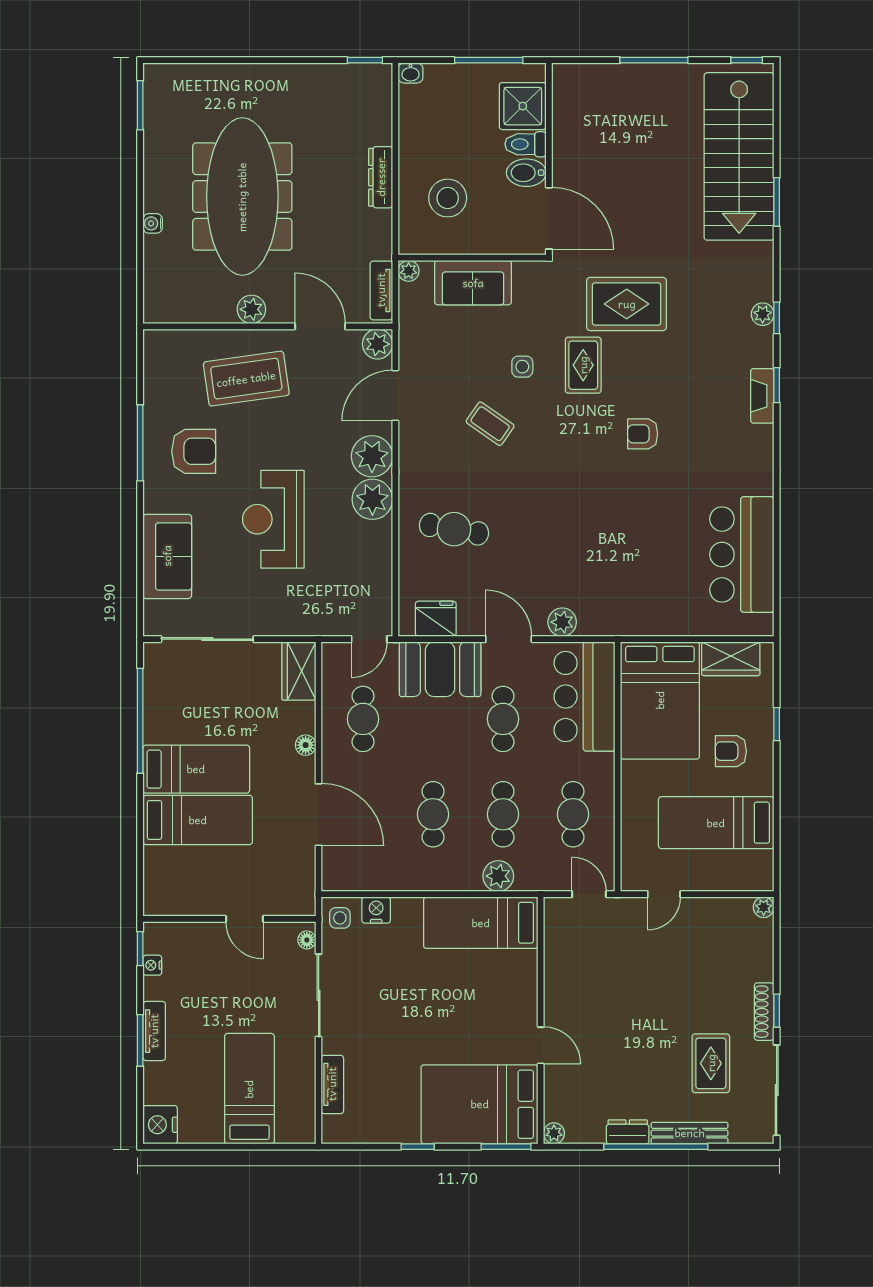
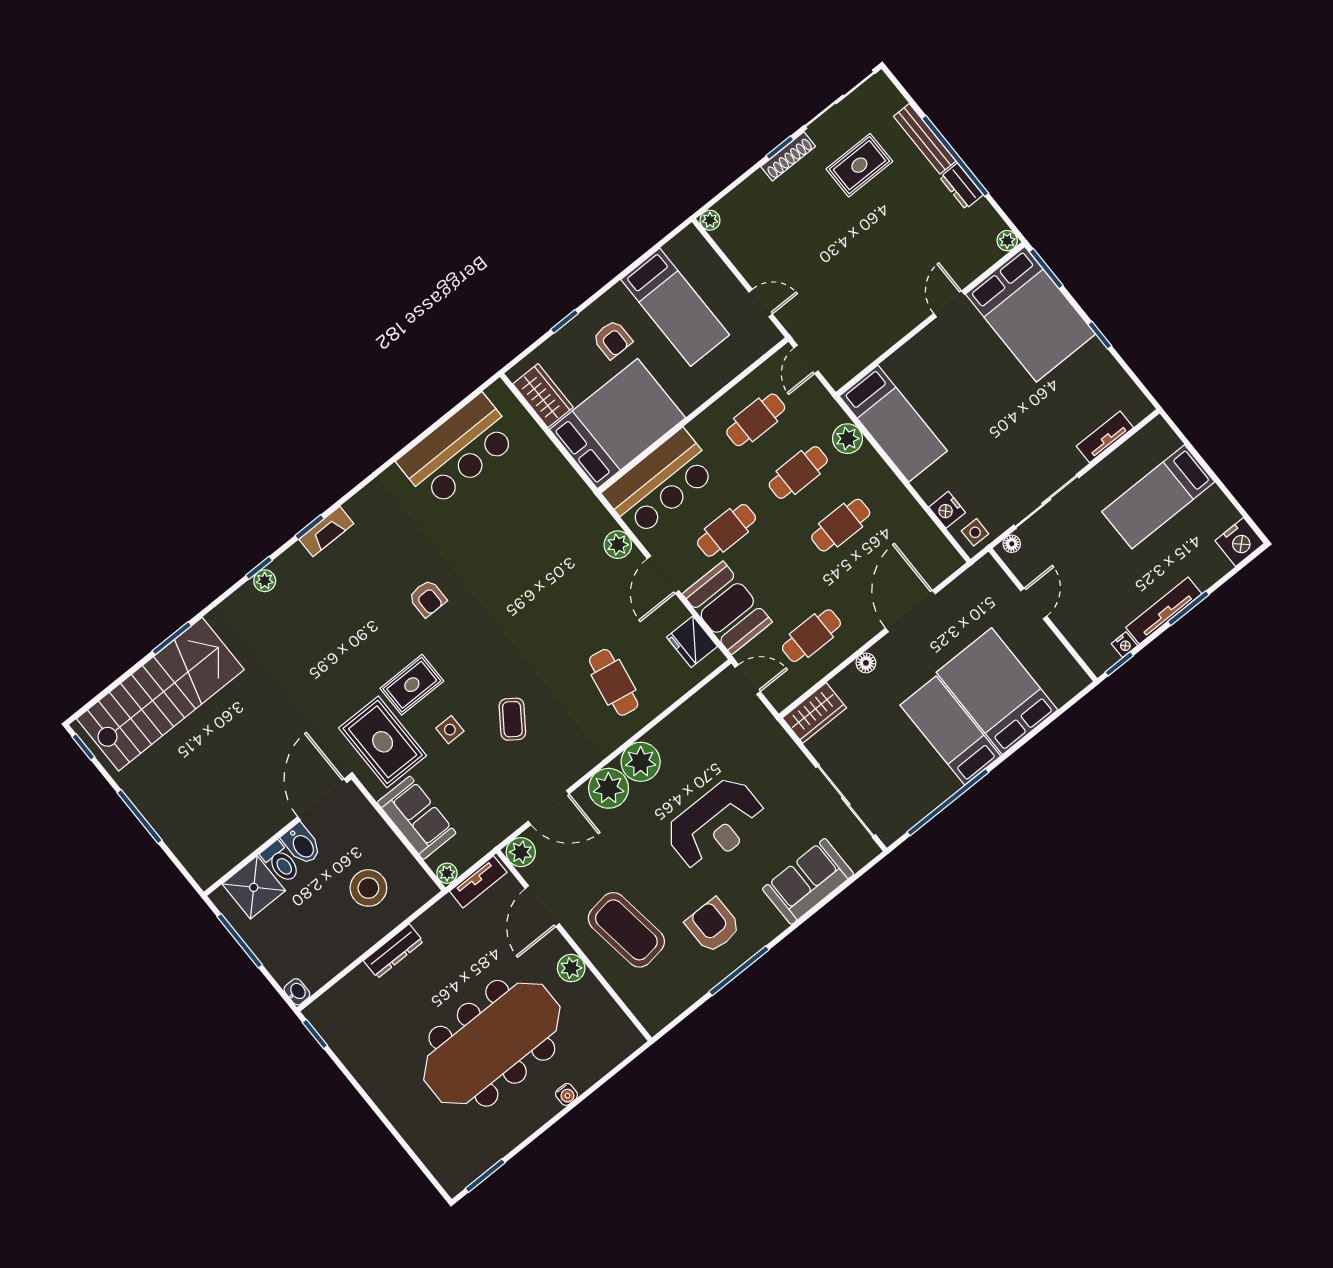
rug: (627, 304) -> (383, 742), moved
bed: (198, 820) -> (997, 691), width x1.50
tv unit: (154, 1031) -> (1164, 611), width x1.41

